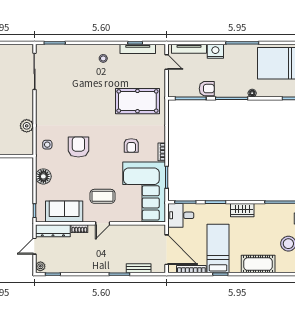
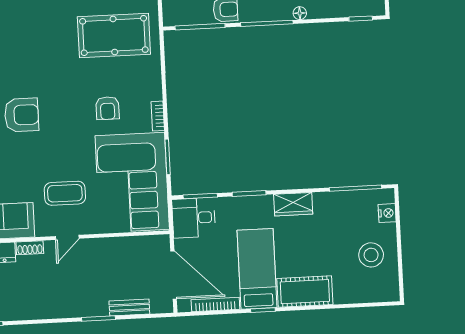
armchair: (78, 147) -> (22, 115), turned 90
cot: (258, 264) -> (305, 292), moved

